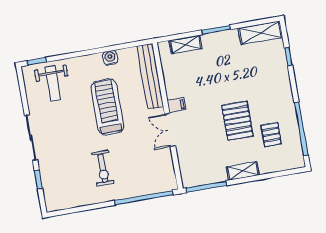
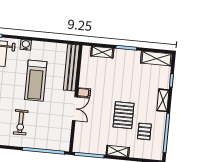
water cooler: (110, 58) -> (26, 45), moved
shelving: (284, 86) -> (163, 100), added
treadmill: (107, 107) -> (36, 81), turned 180
double door: (170, 130) -> (75, 109), swing flipped

